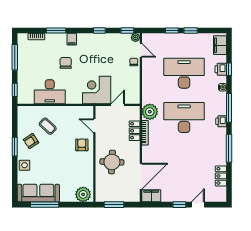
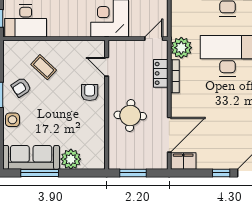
desk: (50, 92) -> (26, 21), moved
door: (118, 105) -> (154, 39), moved
plant: (83, 194) -> (71, 159), moved

